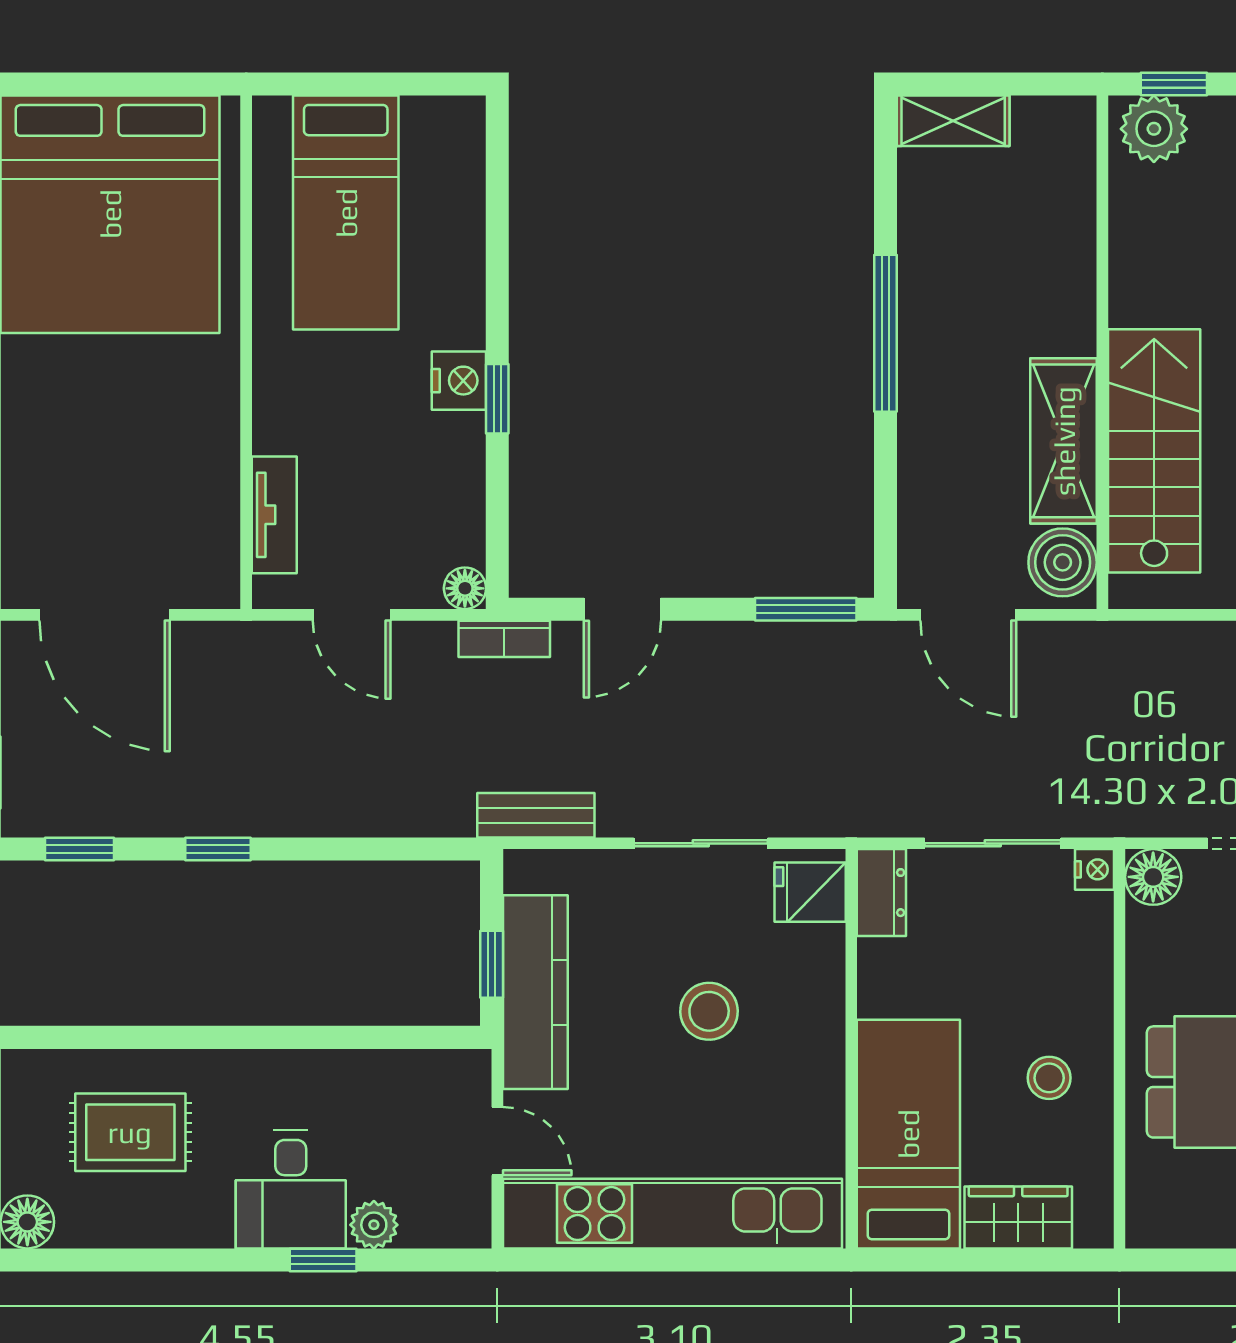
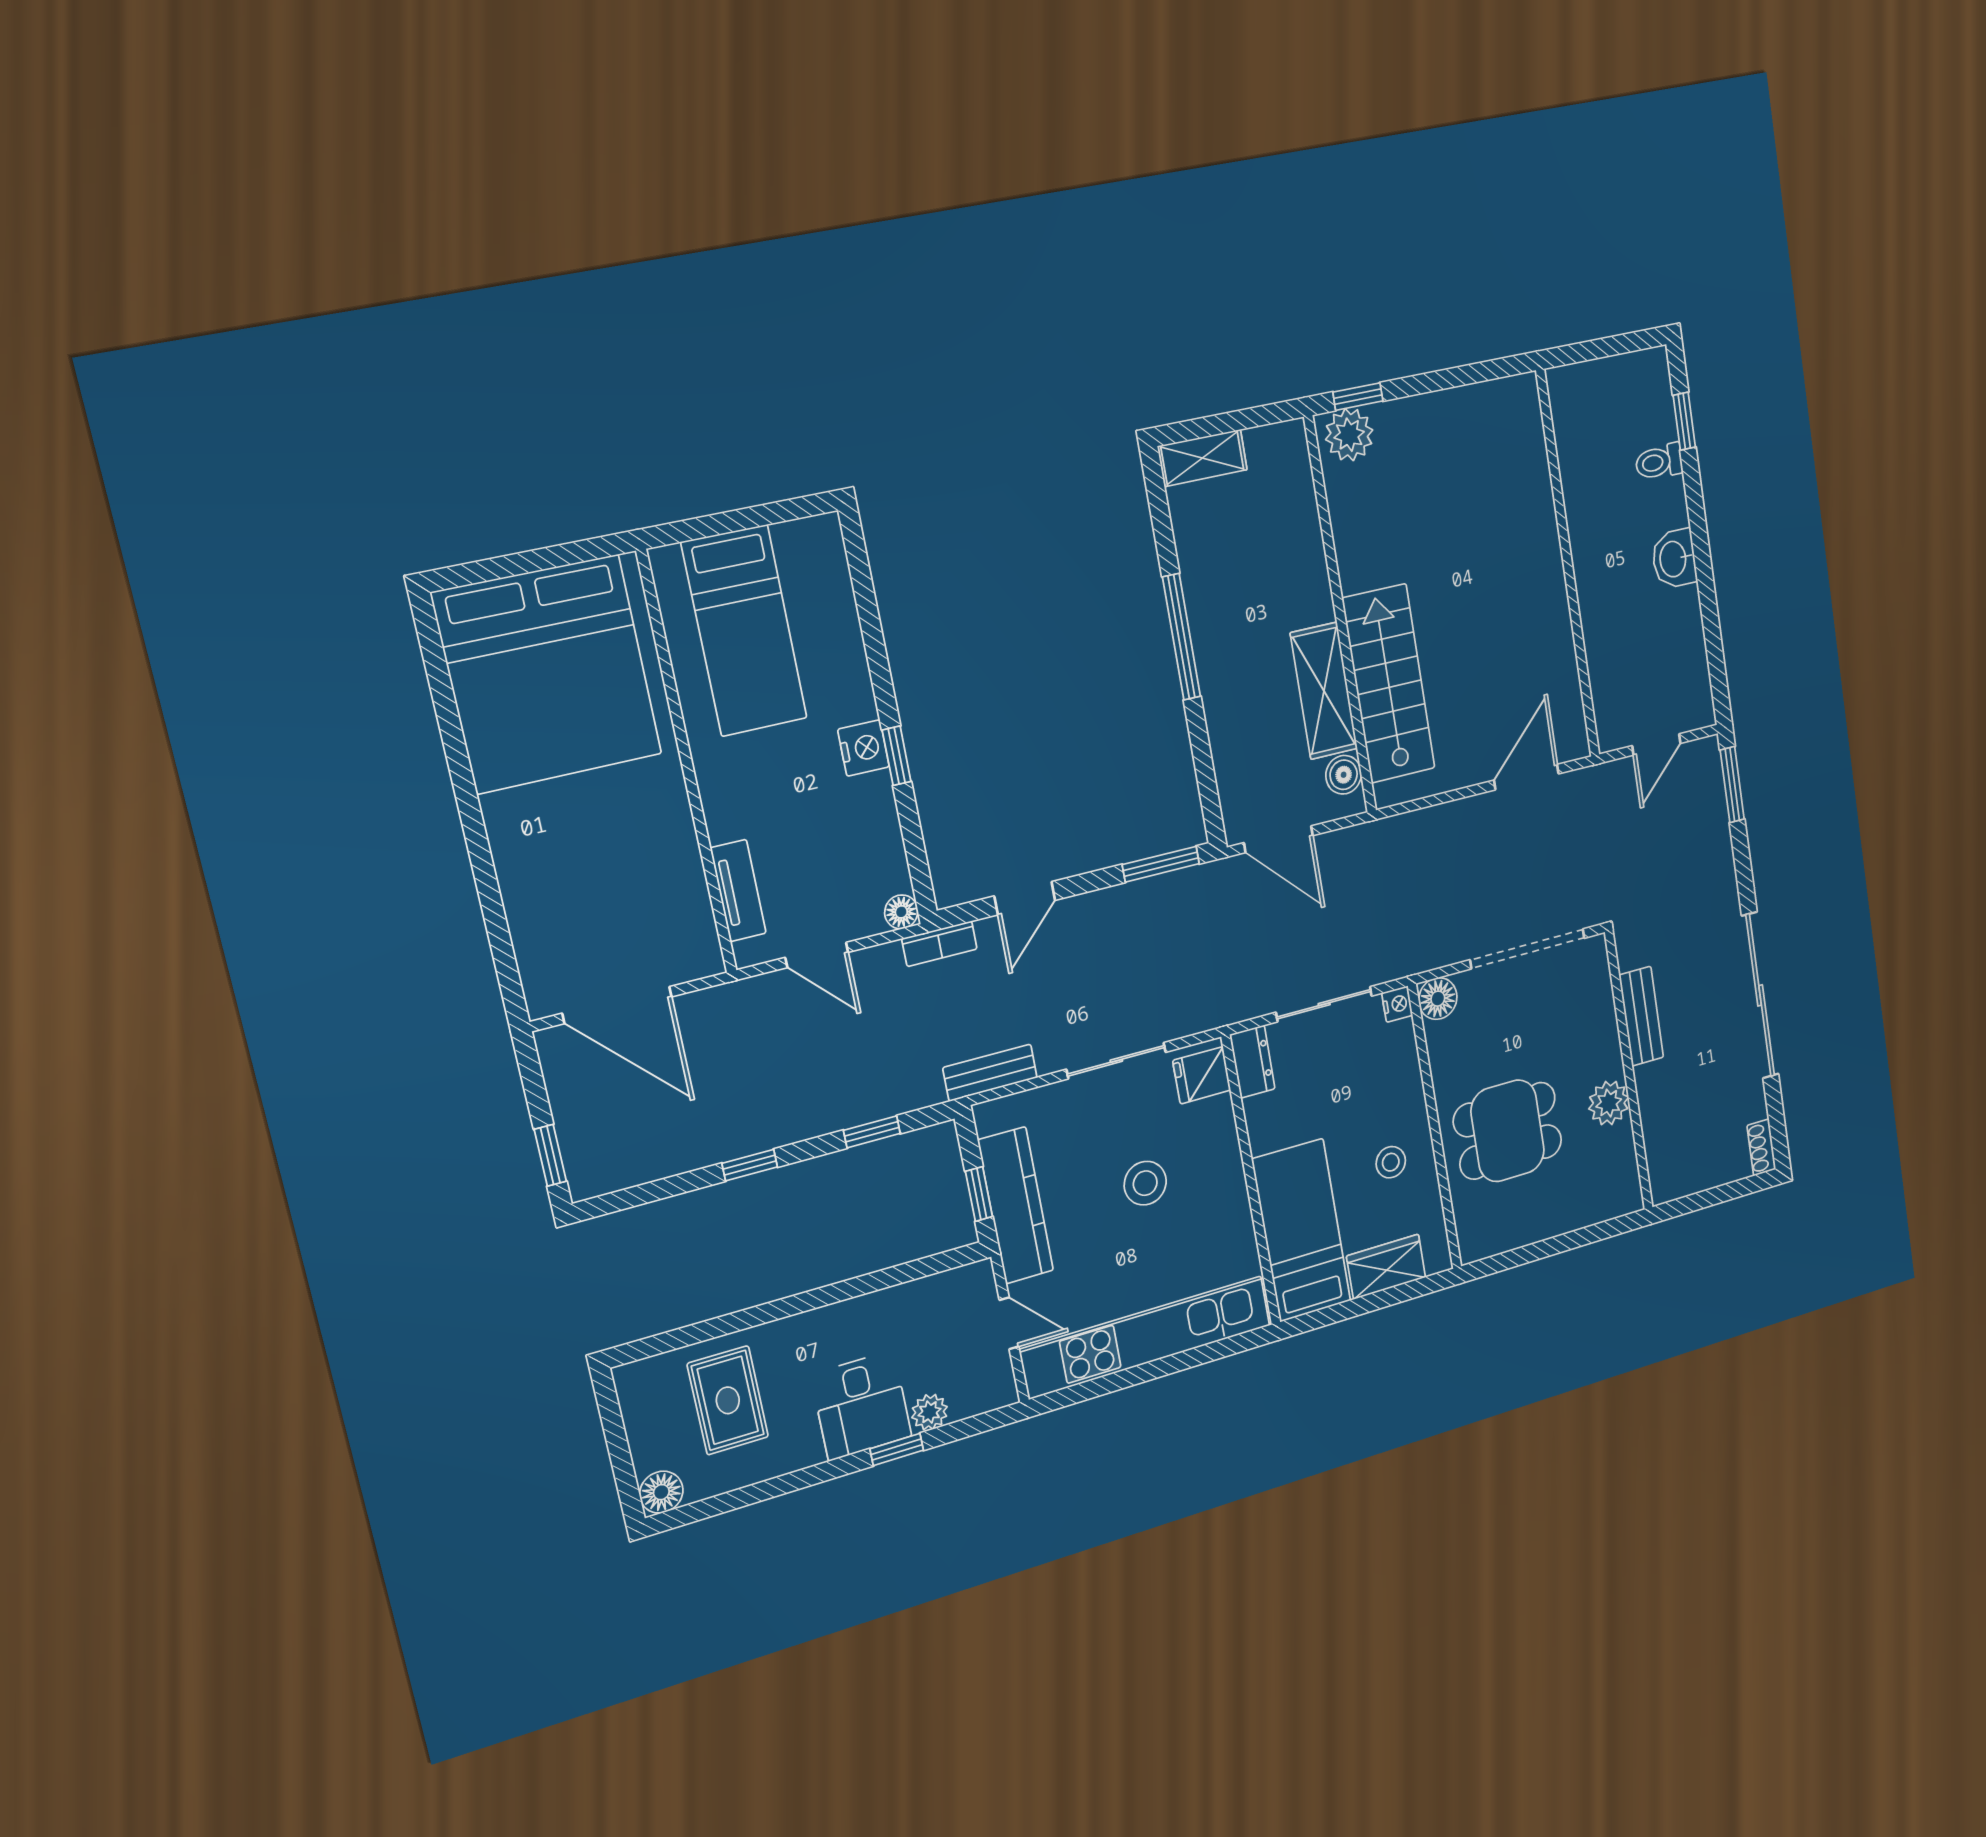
boiler: (1063, 562) -> (1344, 775), width x0.73, depth x0.73
window: (79, 849) -> (872, 1132), moved
rug: (130, 1132) -> (728, 1400), turned 90

